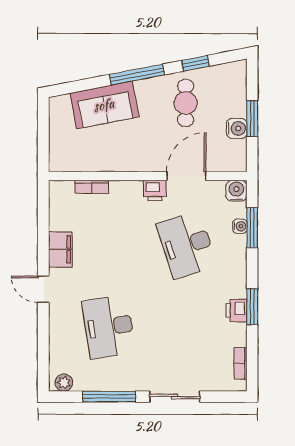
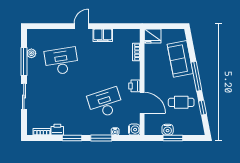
fridge: (62, 156) -> (153, 36), added
window: (252, 228) -> (101, 138), moved
printer: (237, 310) -> (57, 130), moved
plant: (64, 383) -> (31, 53), moved

